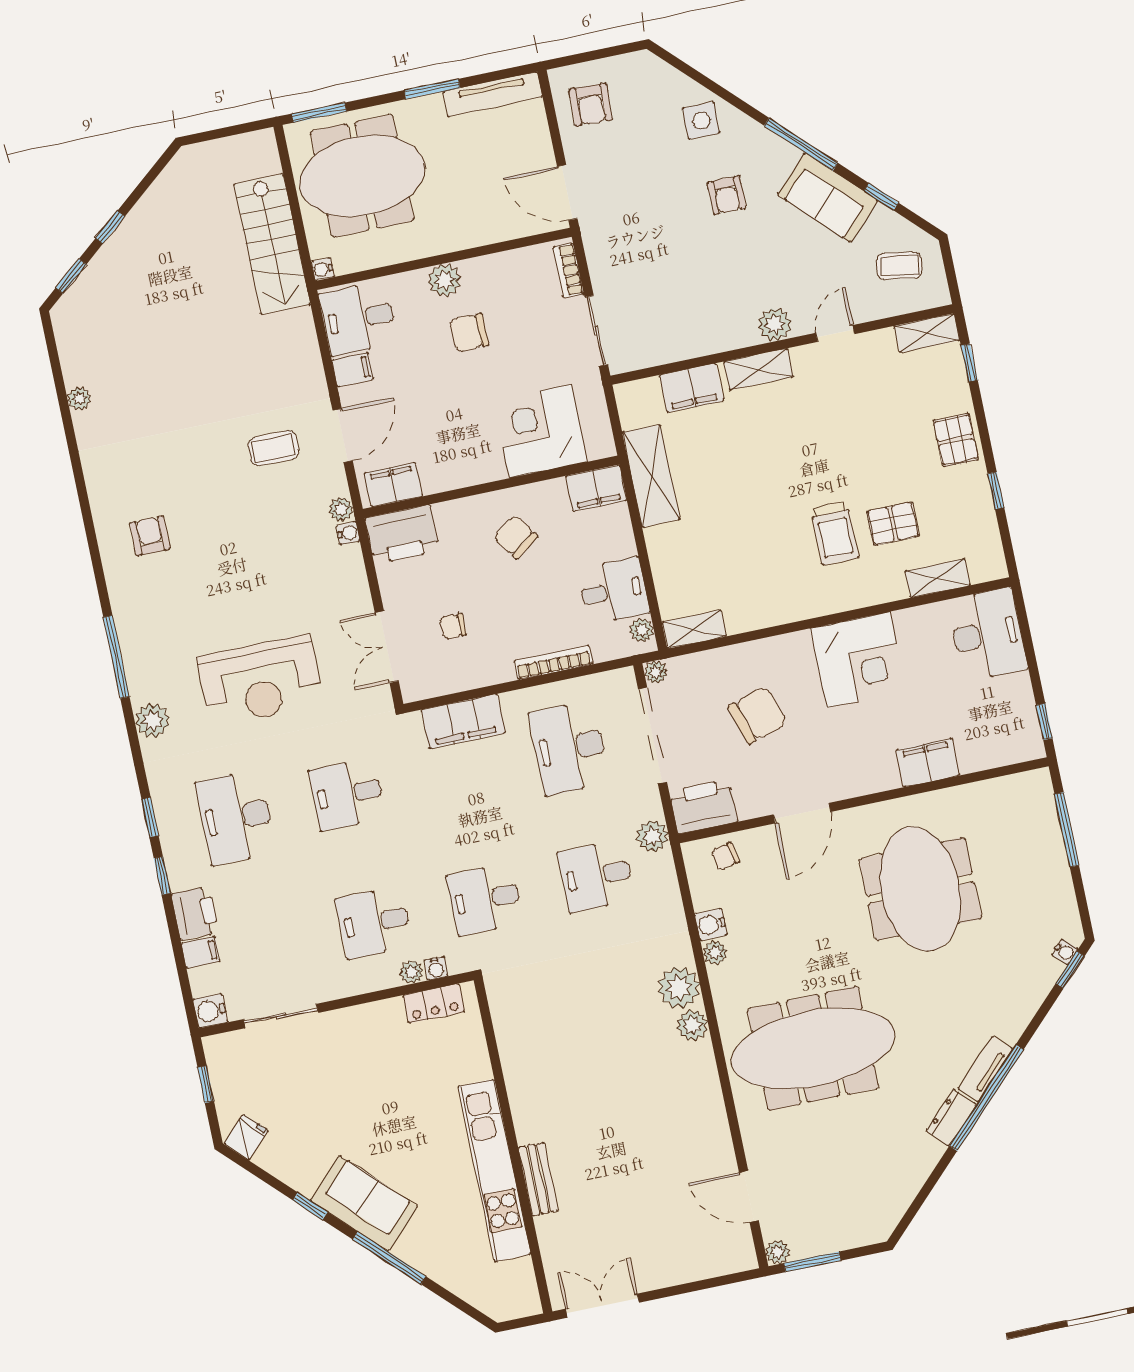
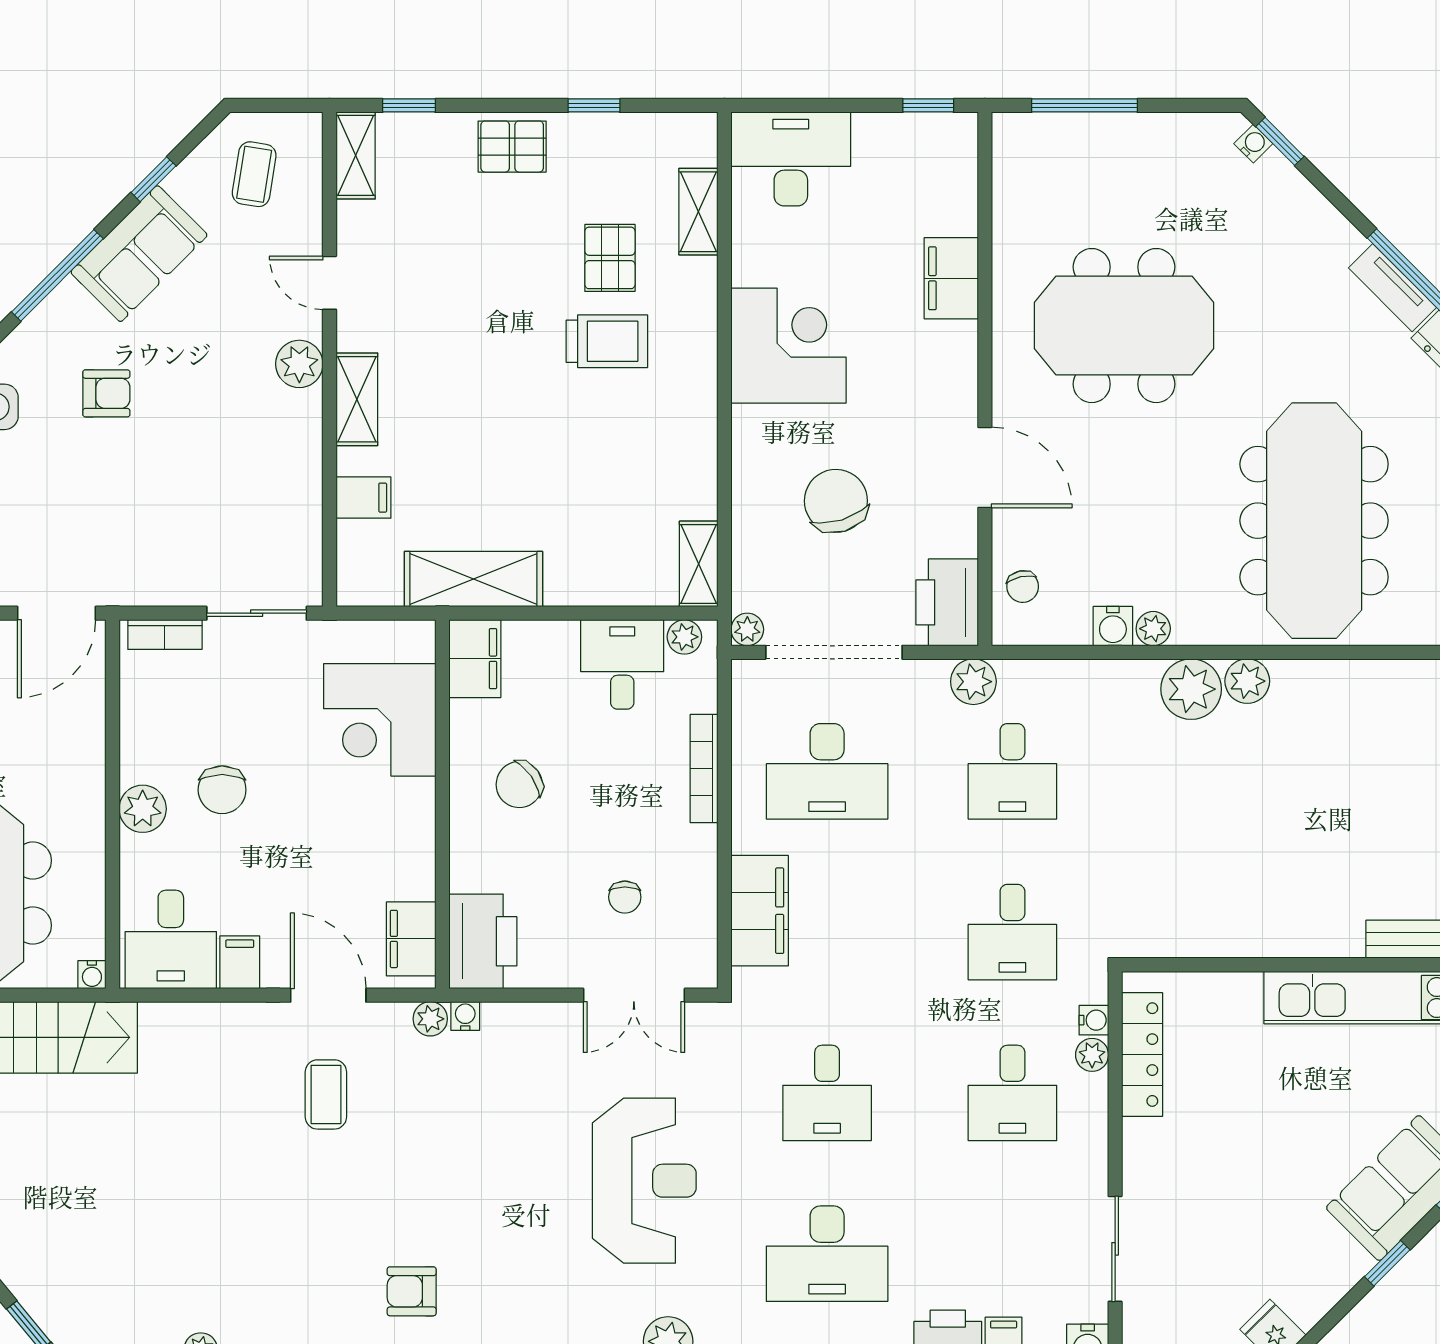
filing cabinet: (692, 388) -> (363, 498), width x0.50
locker: (434, 1003) -> (1142, 1055), width x1.53

